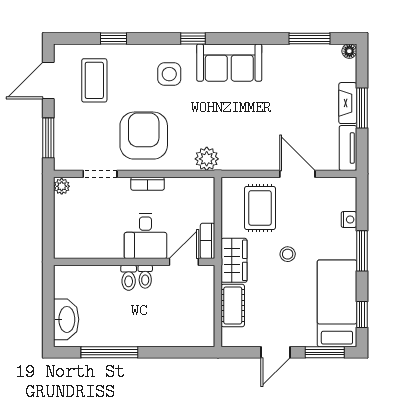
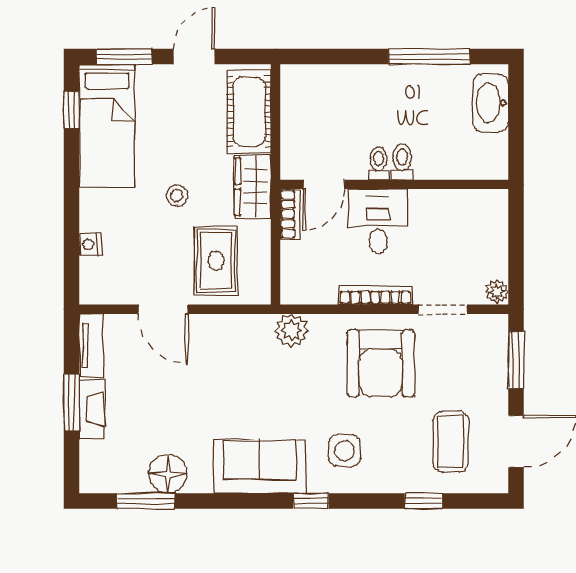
floor lamp: (349, 51) -> (168, 474), moved, width x1.89, depth x1.89
bookcase: (148, 184) -> (375, 295), width x1.56
window: (362, 251) -> (72, 200), removed
cot: (233, 305) -> (249, 112), width x1.37, depth x1.34

